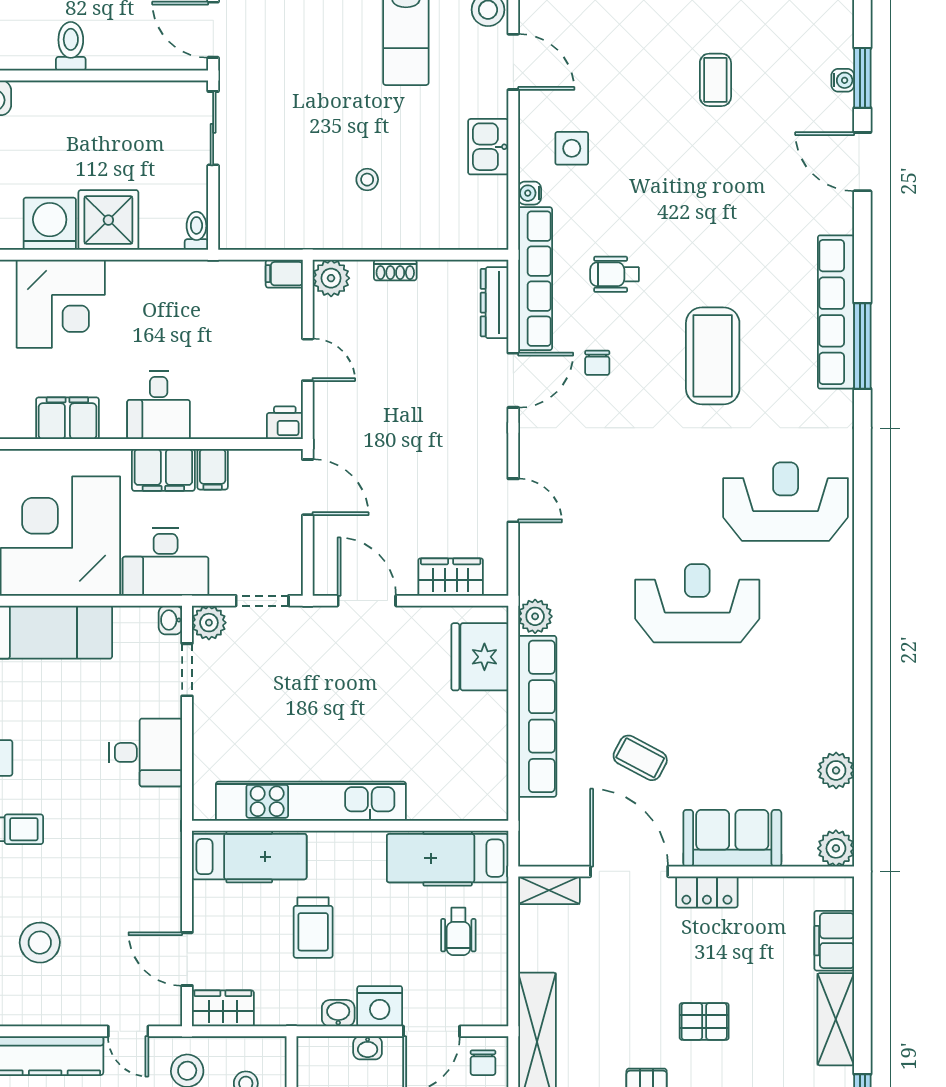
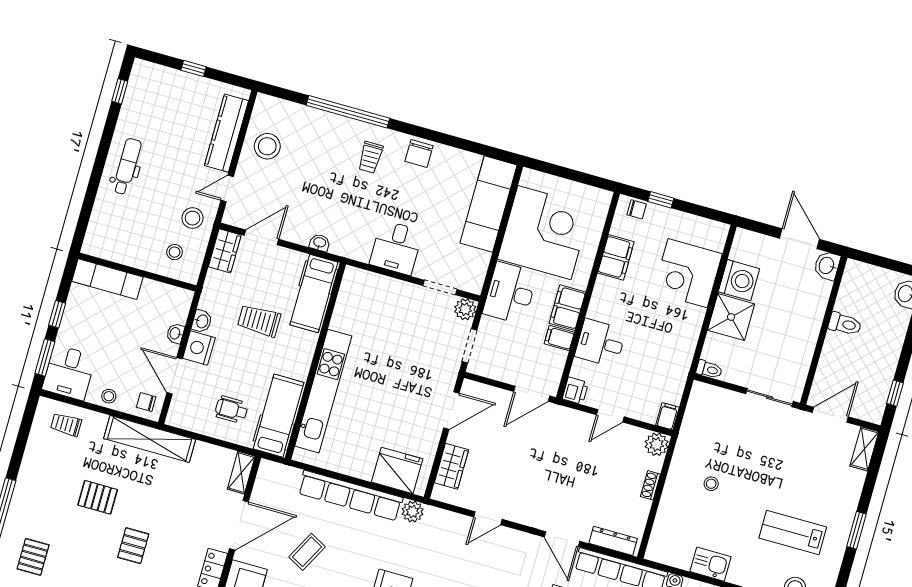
desk: (159, 405) -> (600, 343), moved
washbasin: (170, 620) -> (320, 243), moved
kitchen unit: (311, 801) -> (323, 391), moved
stool: (40, 943) -> (267, 146), moved

